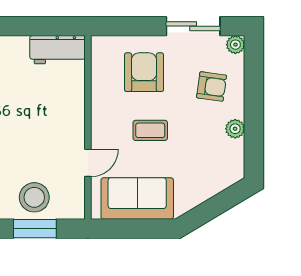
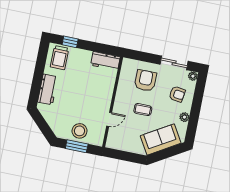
sofa: (137, 199) -> (161, 139), moved, turned -31

